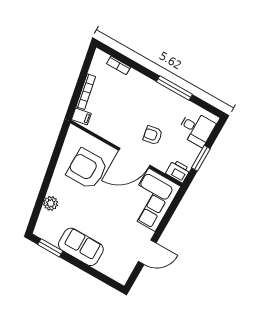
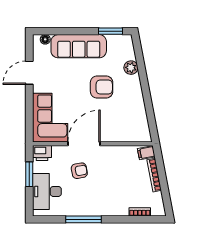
desk: (196, 129) -> (47, 191), width x1.37
armchair: (87, 169) -> (102, 87), moved, width x0.73, depth x0.73
sofa: (81, 247) -> (79, 46), width x1.36
floor lamp: (115, 275) -> (45, 39), added

